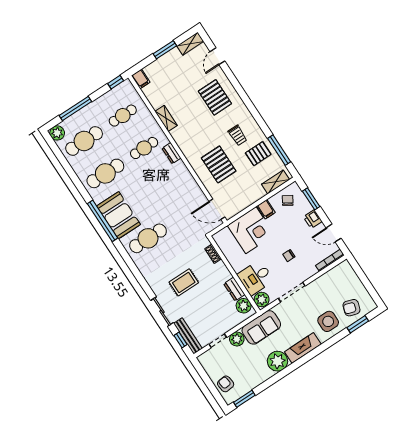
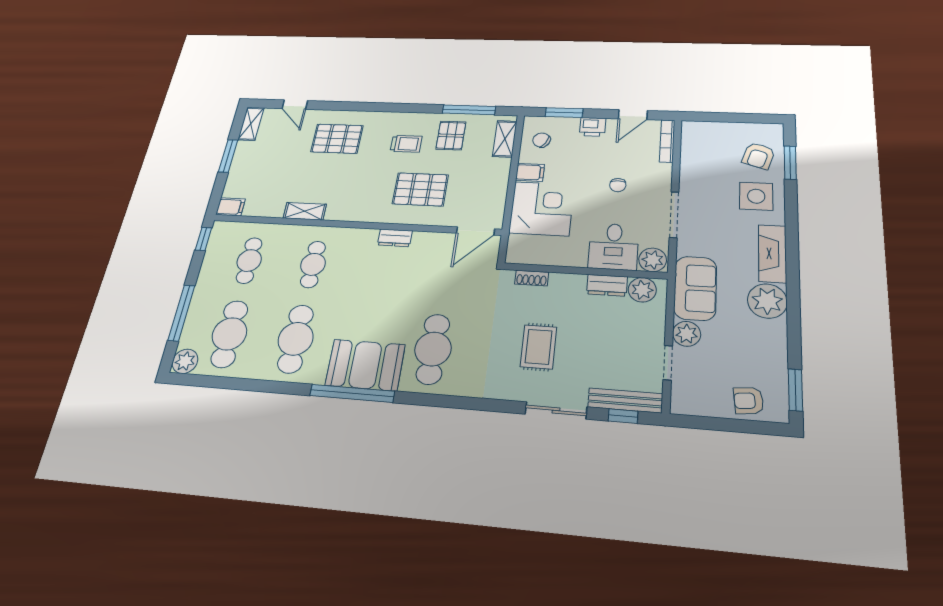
dresser: (171, 153) -> (395, 238), moved

